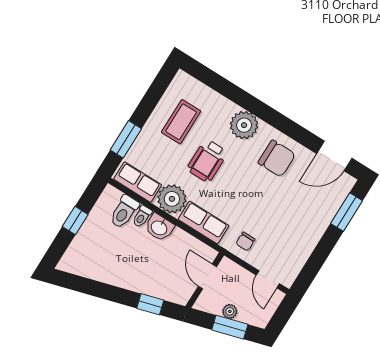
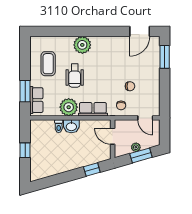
chair: (277, 159) -> (130, 86), moved, width x0.54, depth x0.54
row of seats: (138, 182) -> (36, 100), moved, turned 90
toilet: (124, 212) -> (48, 130), removed

